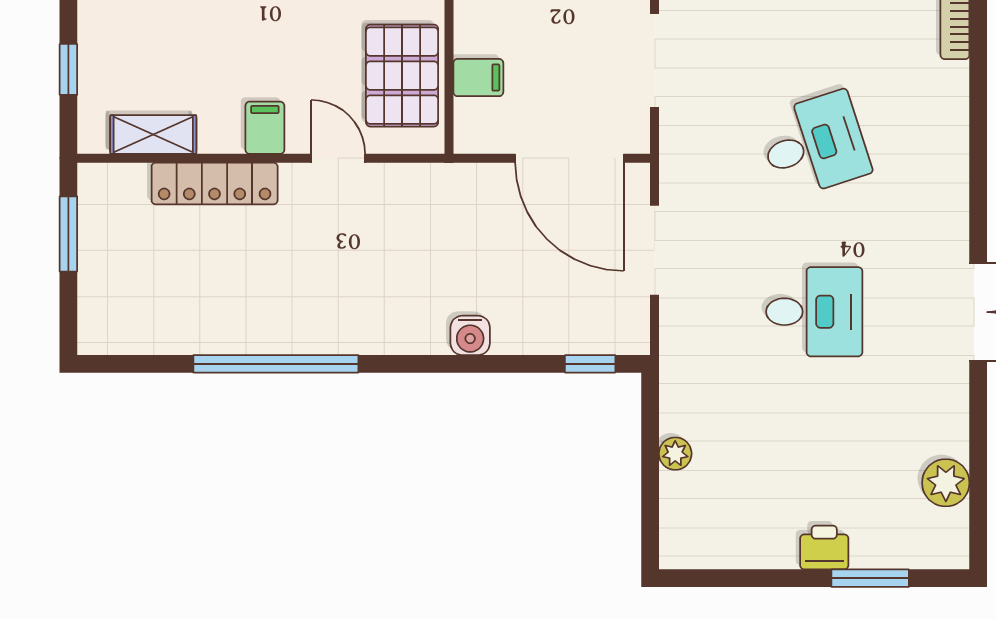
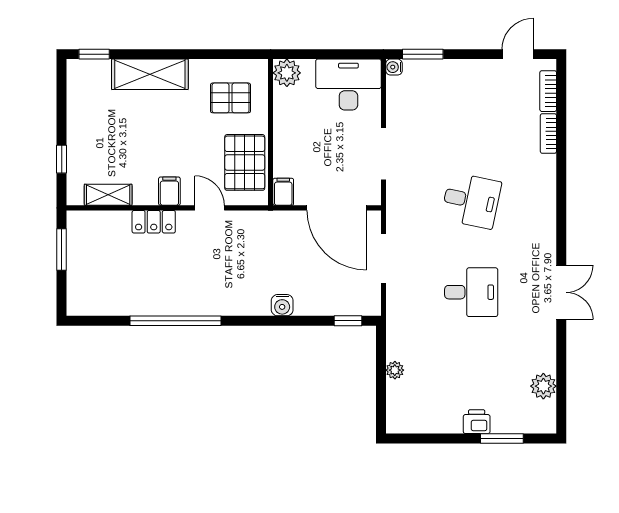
filing cabinet: (478, 78) -> (283, 192), moved, turned -90
desk: (814, 145) -> (471, 200), turned 30
locker: (215, 183) -> (154, 222), width x0.66

